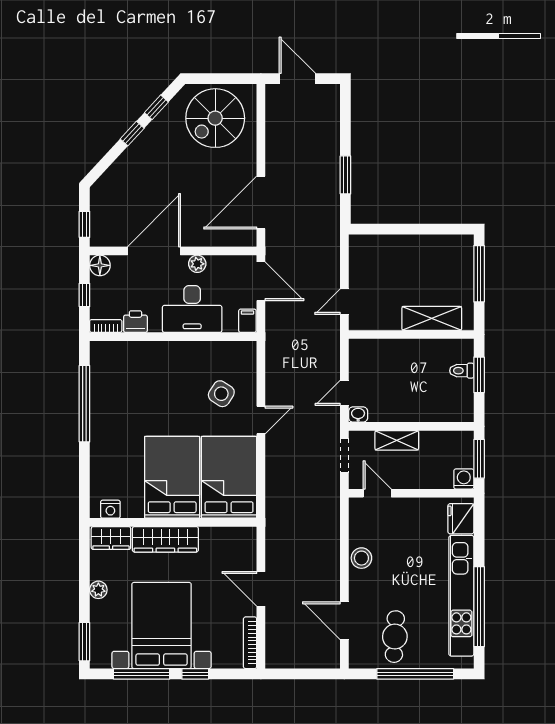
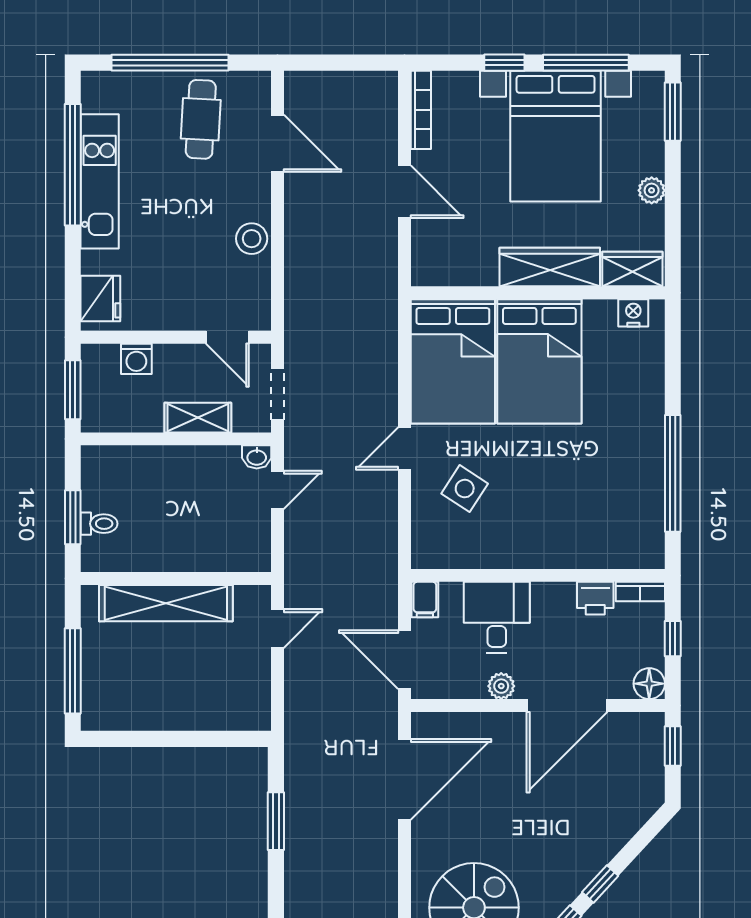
desk: (192, 309) -> (497, 617), width x0.73
shelving: (432, 318) -> (166, 603), width x1.47
washing machine: (464, 479) -> (136, 359), moved
kitchen unit: (461, 596) -> (100, 181), width x0.73

